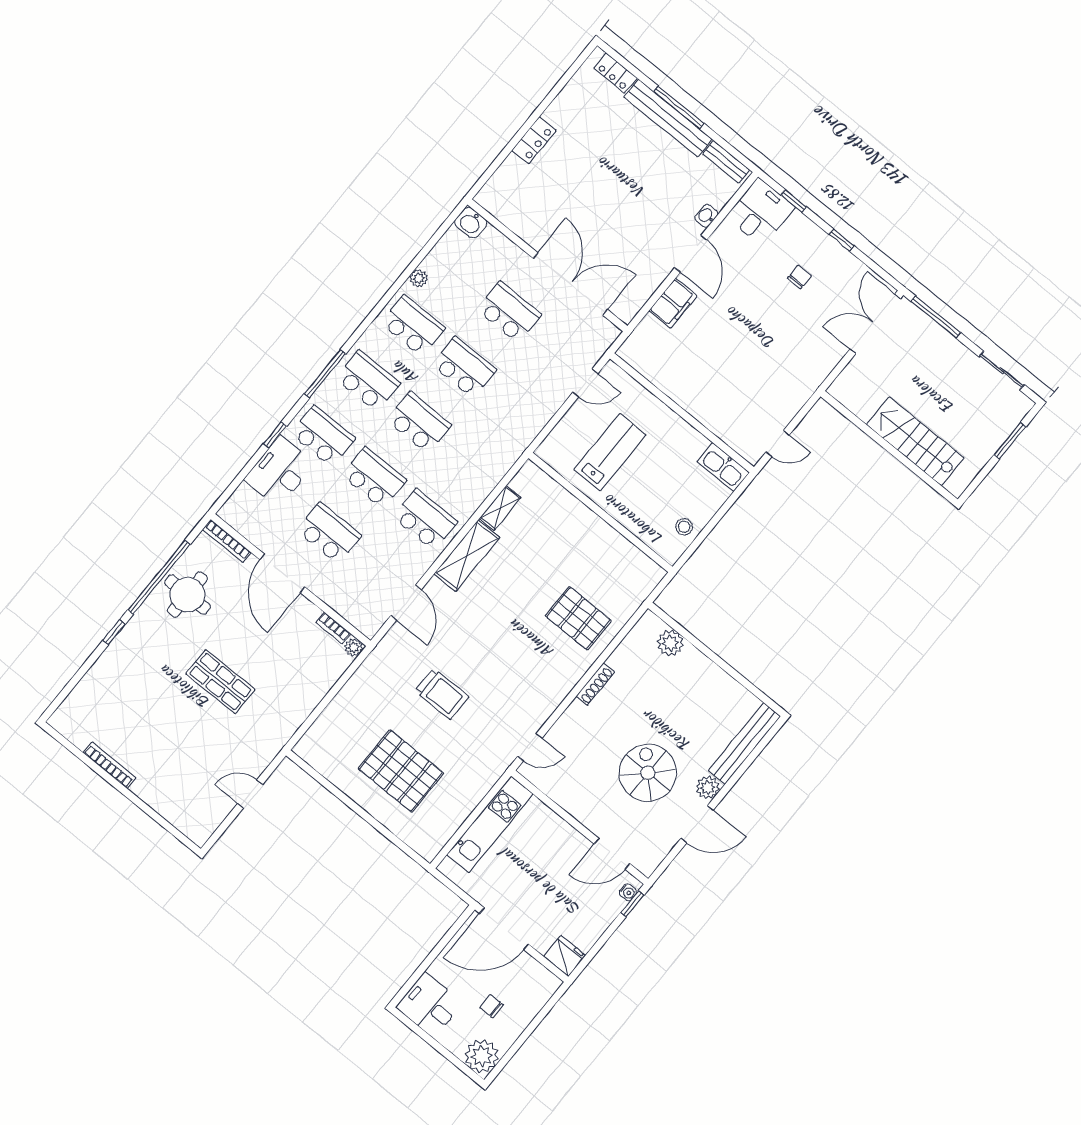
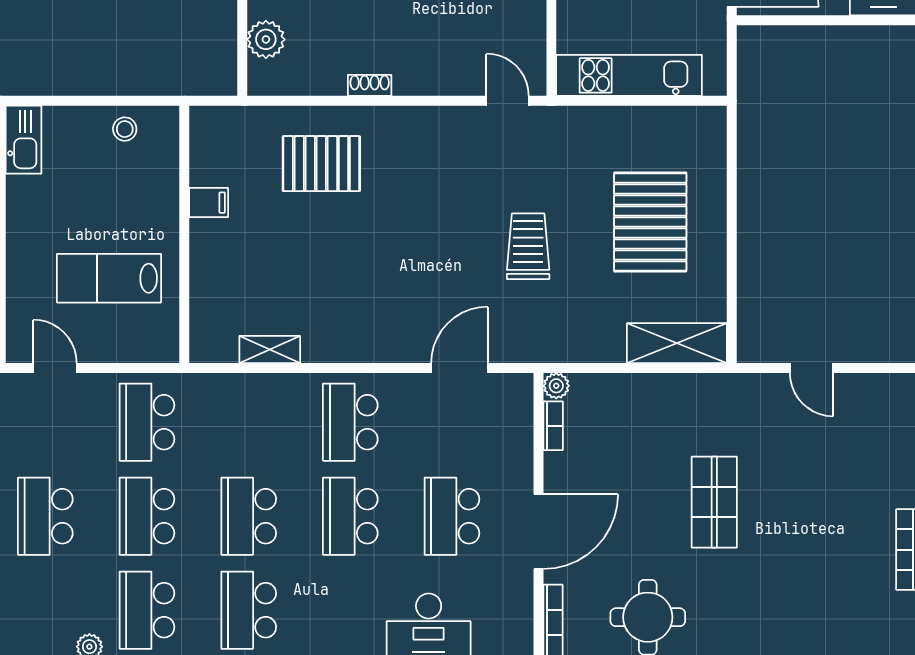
school desk: (323, 436) -> (147, 422), moved
filing cabinet: (607, 540) -> (209, 203), added
shelving: (467, 556) -> (677, 343), moved
pallet: (578, 618) -> (321, 164), turned 90
shoe rack: (595, 684) -> (370, 85), width x0.70

